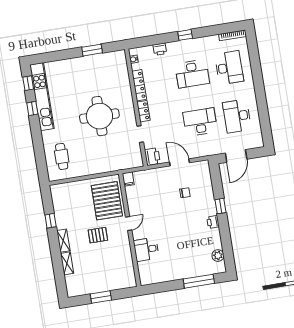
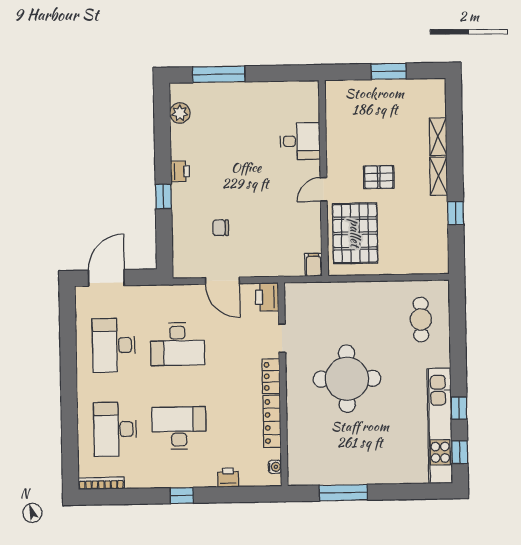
window: (92, 50) -> (343, 493), width x1.44
desk: (237, 116) -> (114, 345), turned 180
door: (236, 156) -> (106, 278), moved

